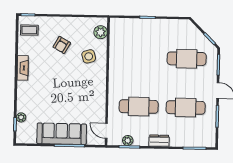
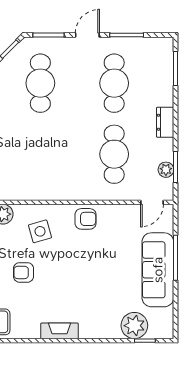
armchair: (62, 45) -> (23, 272), turned 150
armchair: (96, 87) -> (86, 219), added
plant: (21, 117) -> (134, 326), width x1.88, depth x1.88

